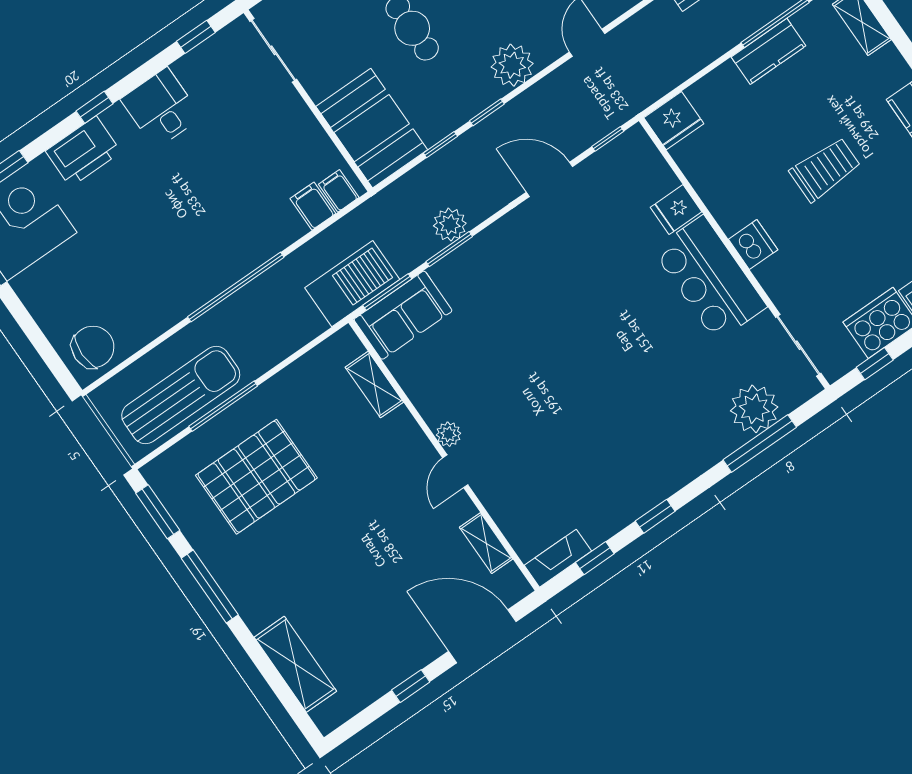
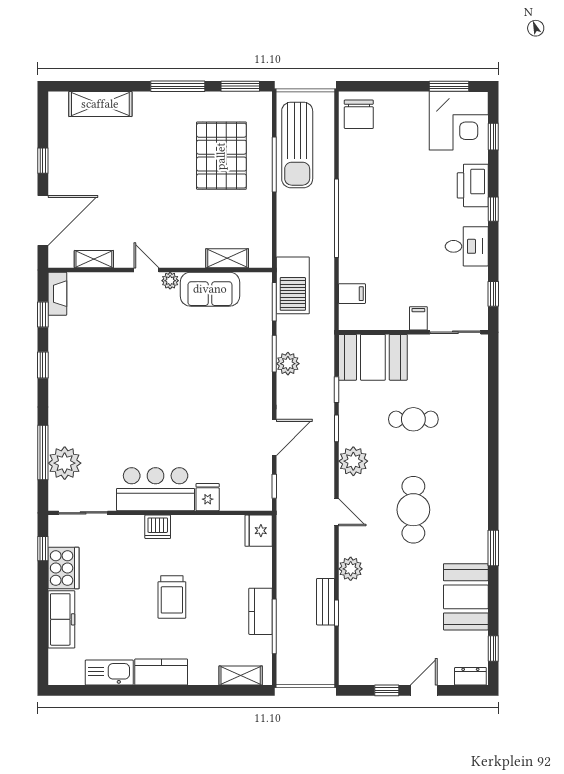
filing cabinet: (339, 191) -> (418, 318), moved, turned -90
sofa: (403, 315) -> (210, 289), moved, turned -90

